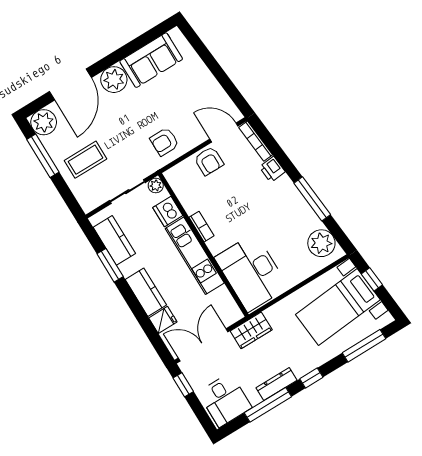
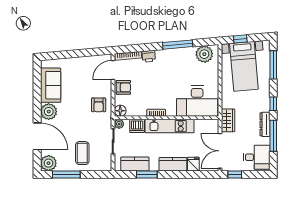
floor lamp: (174, 176) -> (120, 111), added

